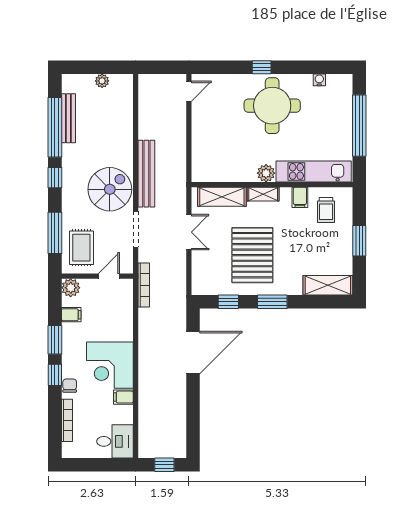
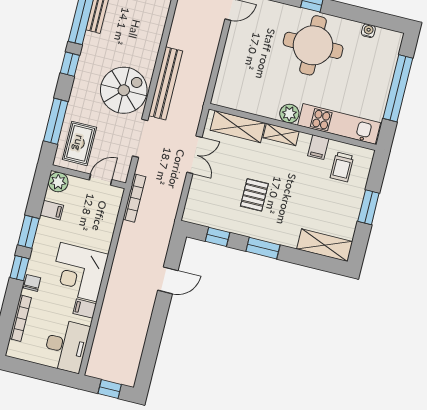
pallet: (252, 255) -> (254, 195), width x0.49, depth x0.50
door: (193, 353) -> (168, 280), width x0.53
desk: (115, 441) -> (66, 346), width x1.37

